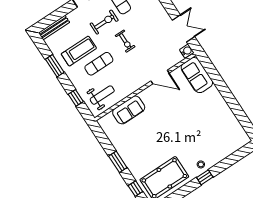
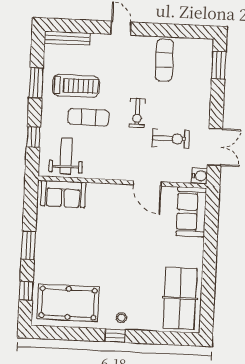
exercise bike: (104, 22) -> (171, 139), moved
weight bench: (102, 95) -> (66, 156), turned -90
sofa: (129, 110) -> (63, 194), moved
table tennis table: (226, 129) -> (180, 298), added

